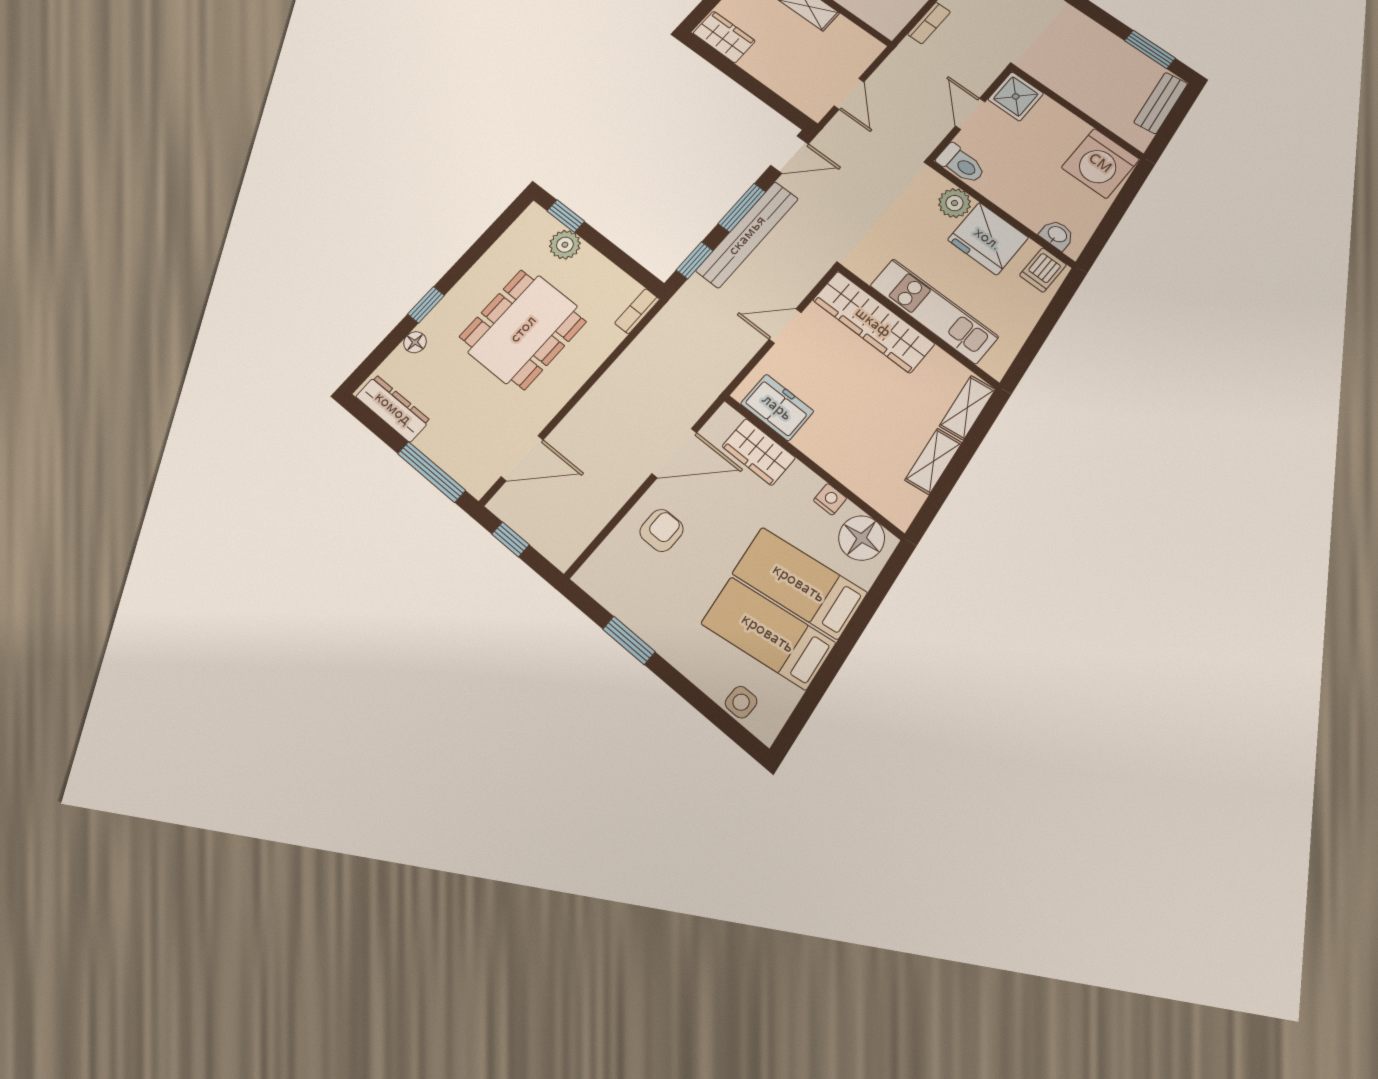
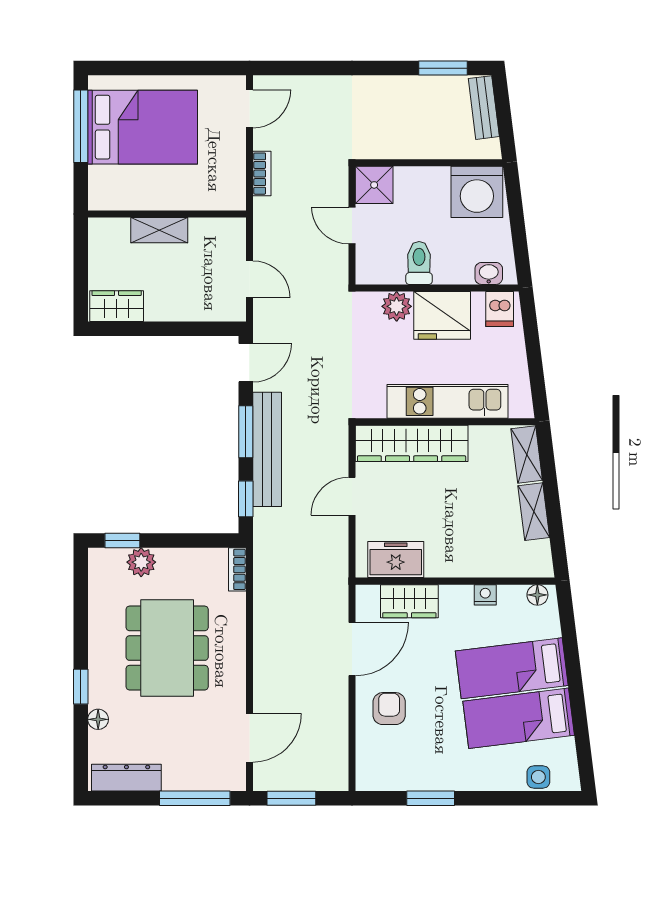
toilet: (961, 164) -> (419, 263), moved, turned -90
floor lamp: (862, 538) -> (537, 595), width x0.53, depth x0.53
window: (510, 539) -> (291, 798), width x1.50

